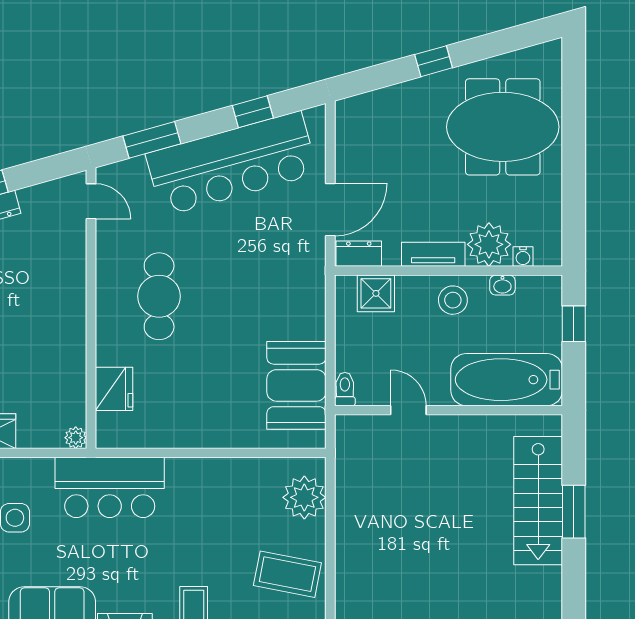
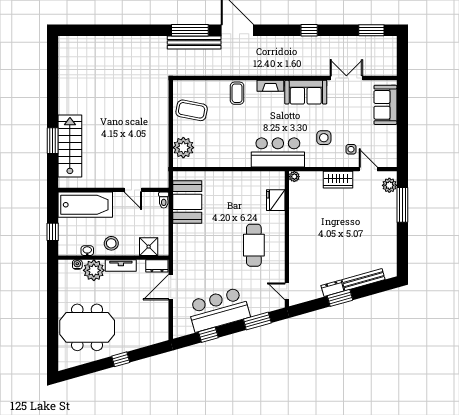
bar counter: (232, 164) -> (219, 310), width x0.73

